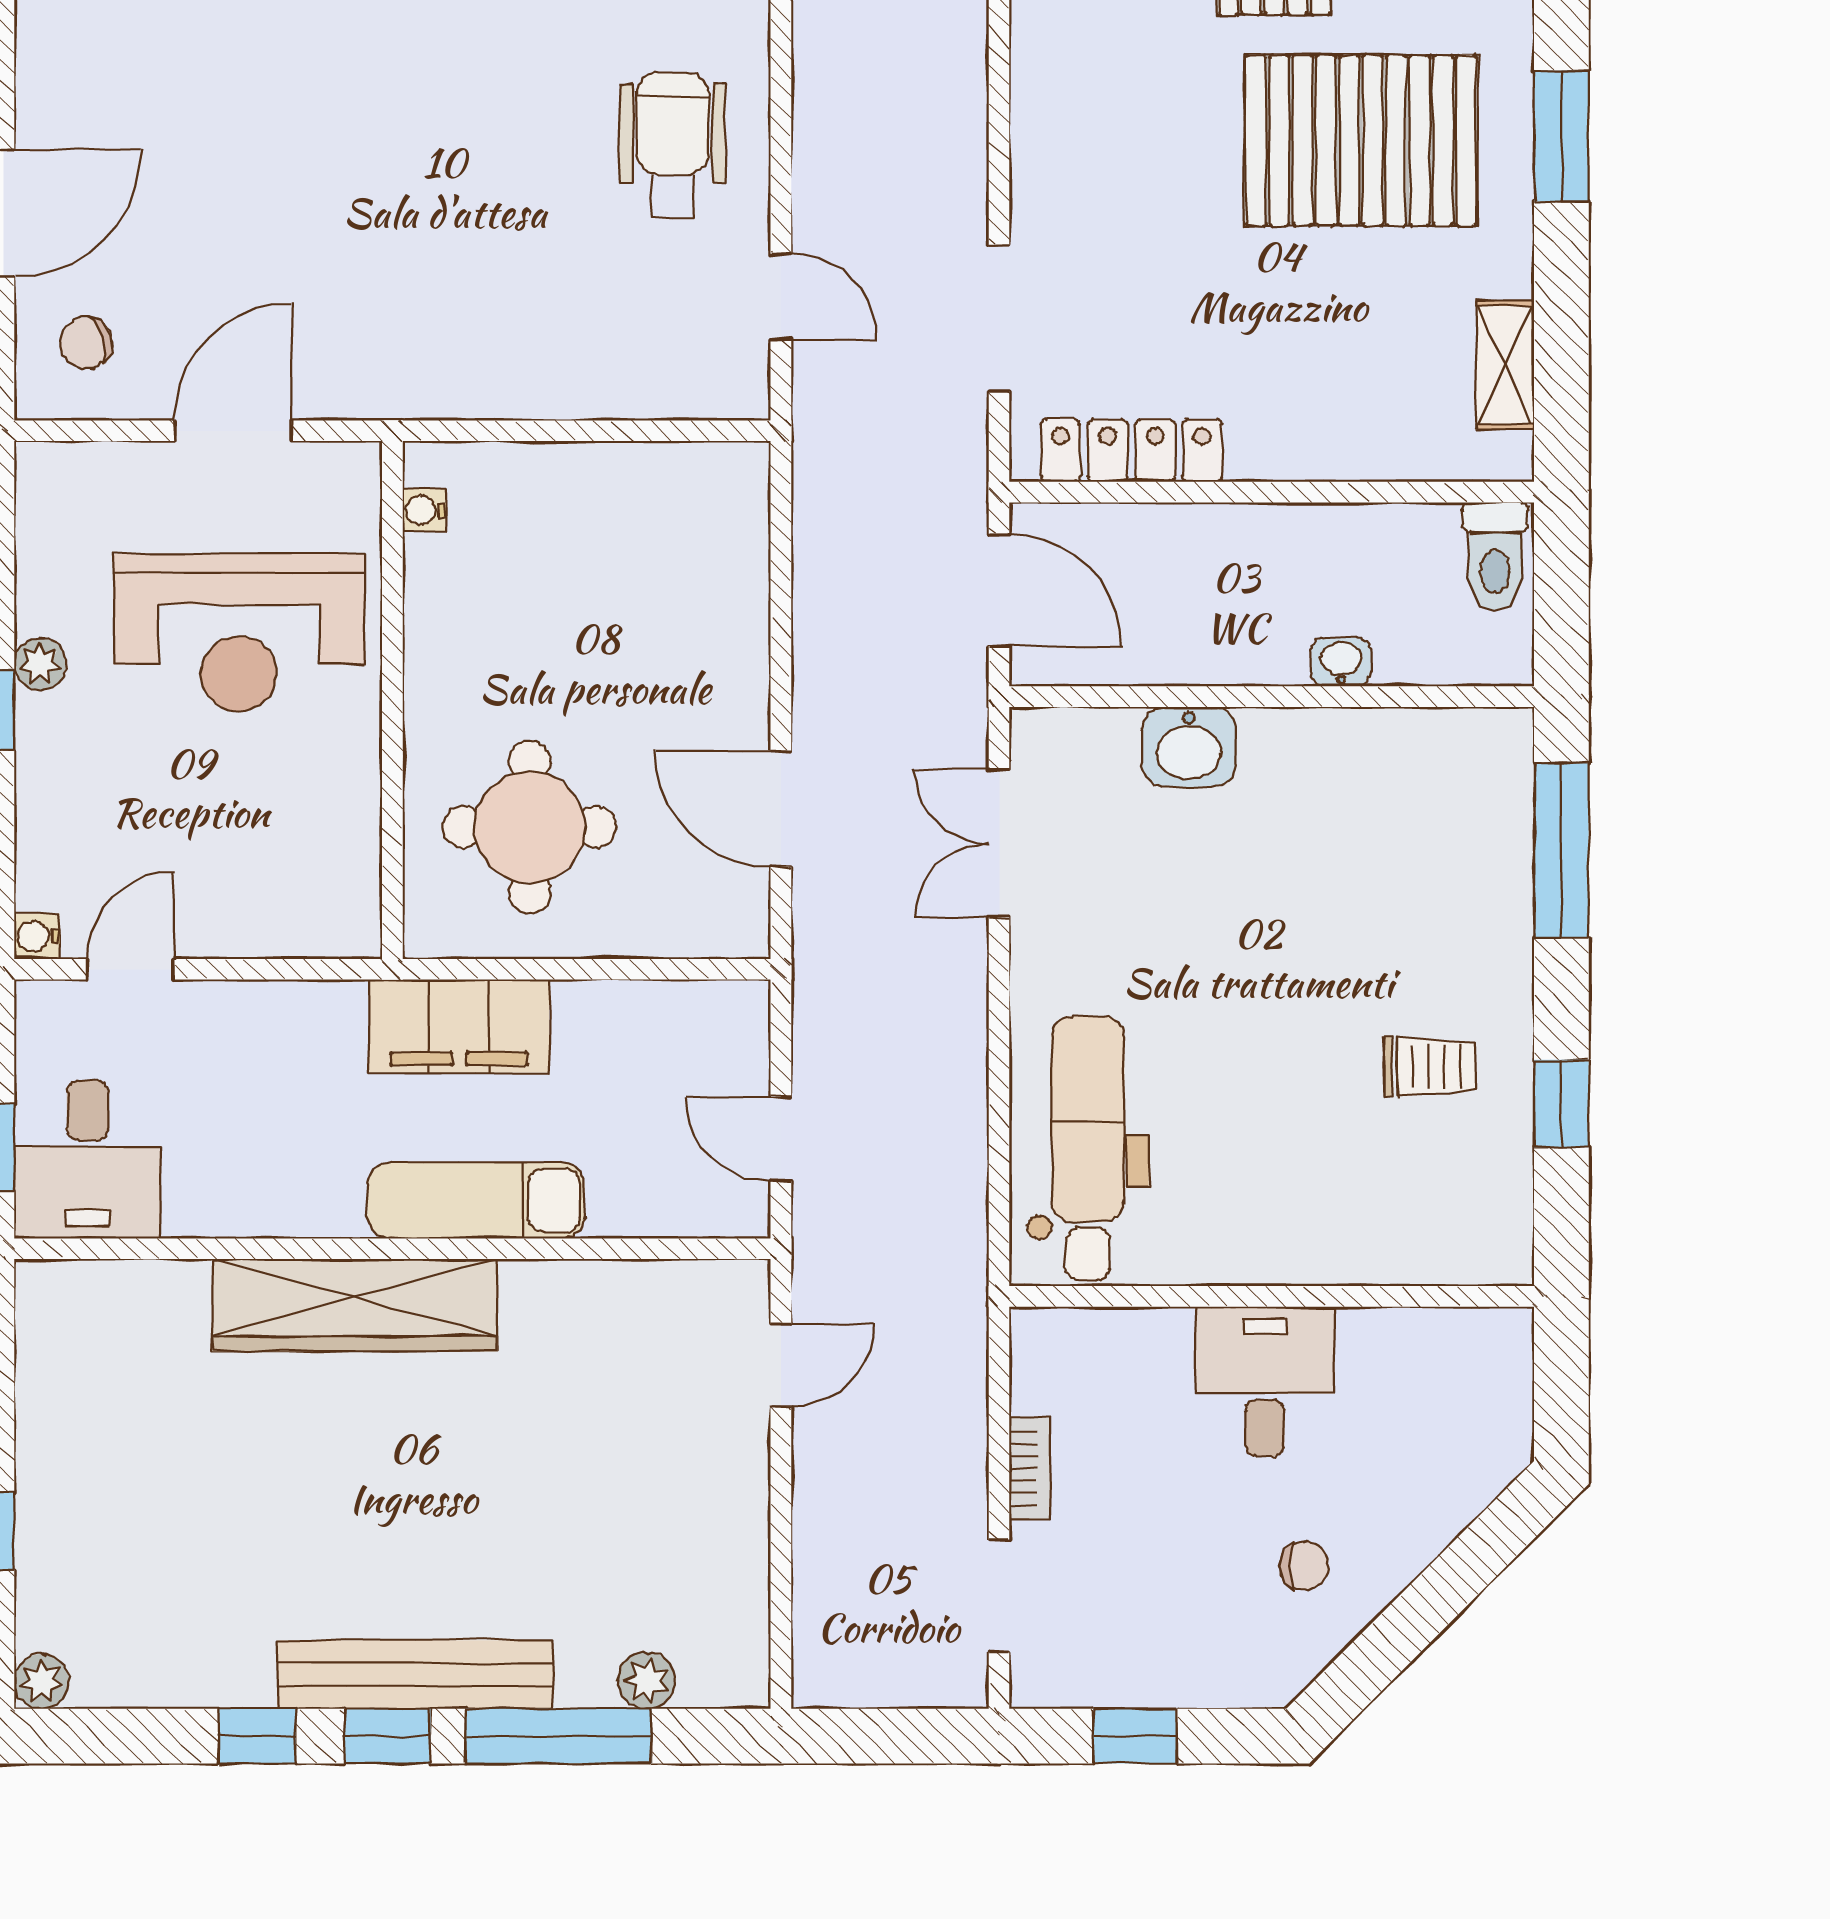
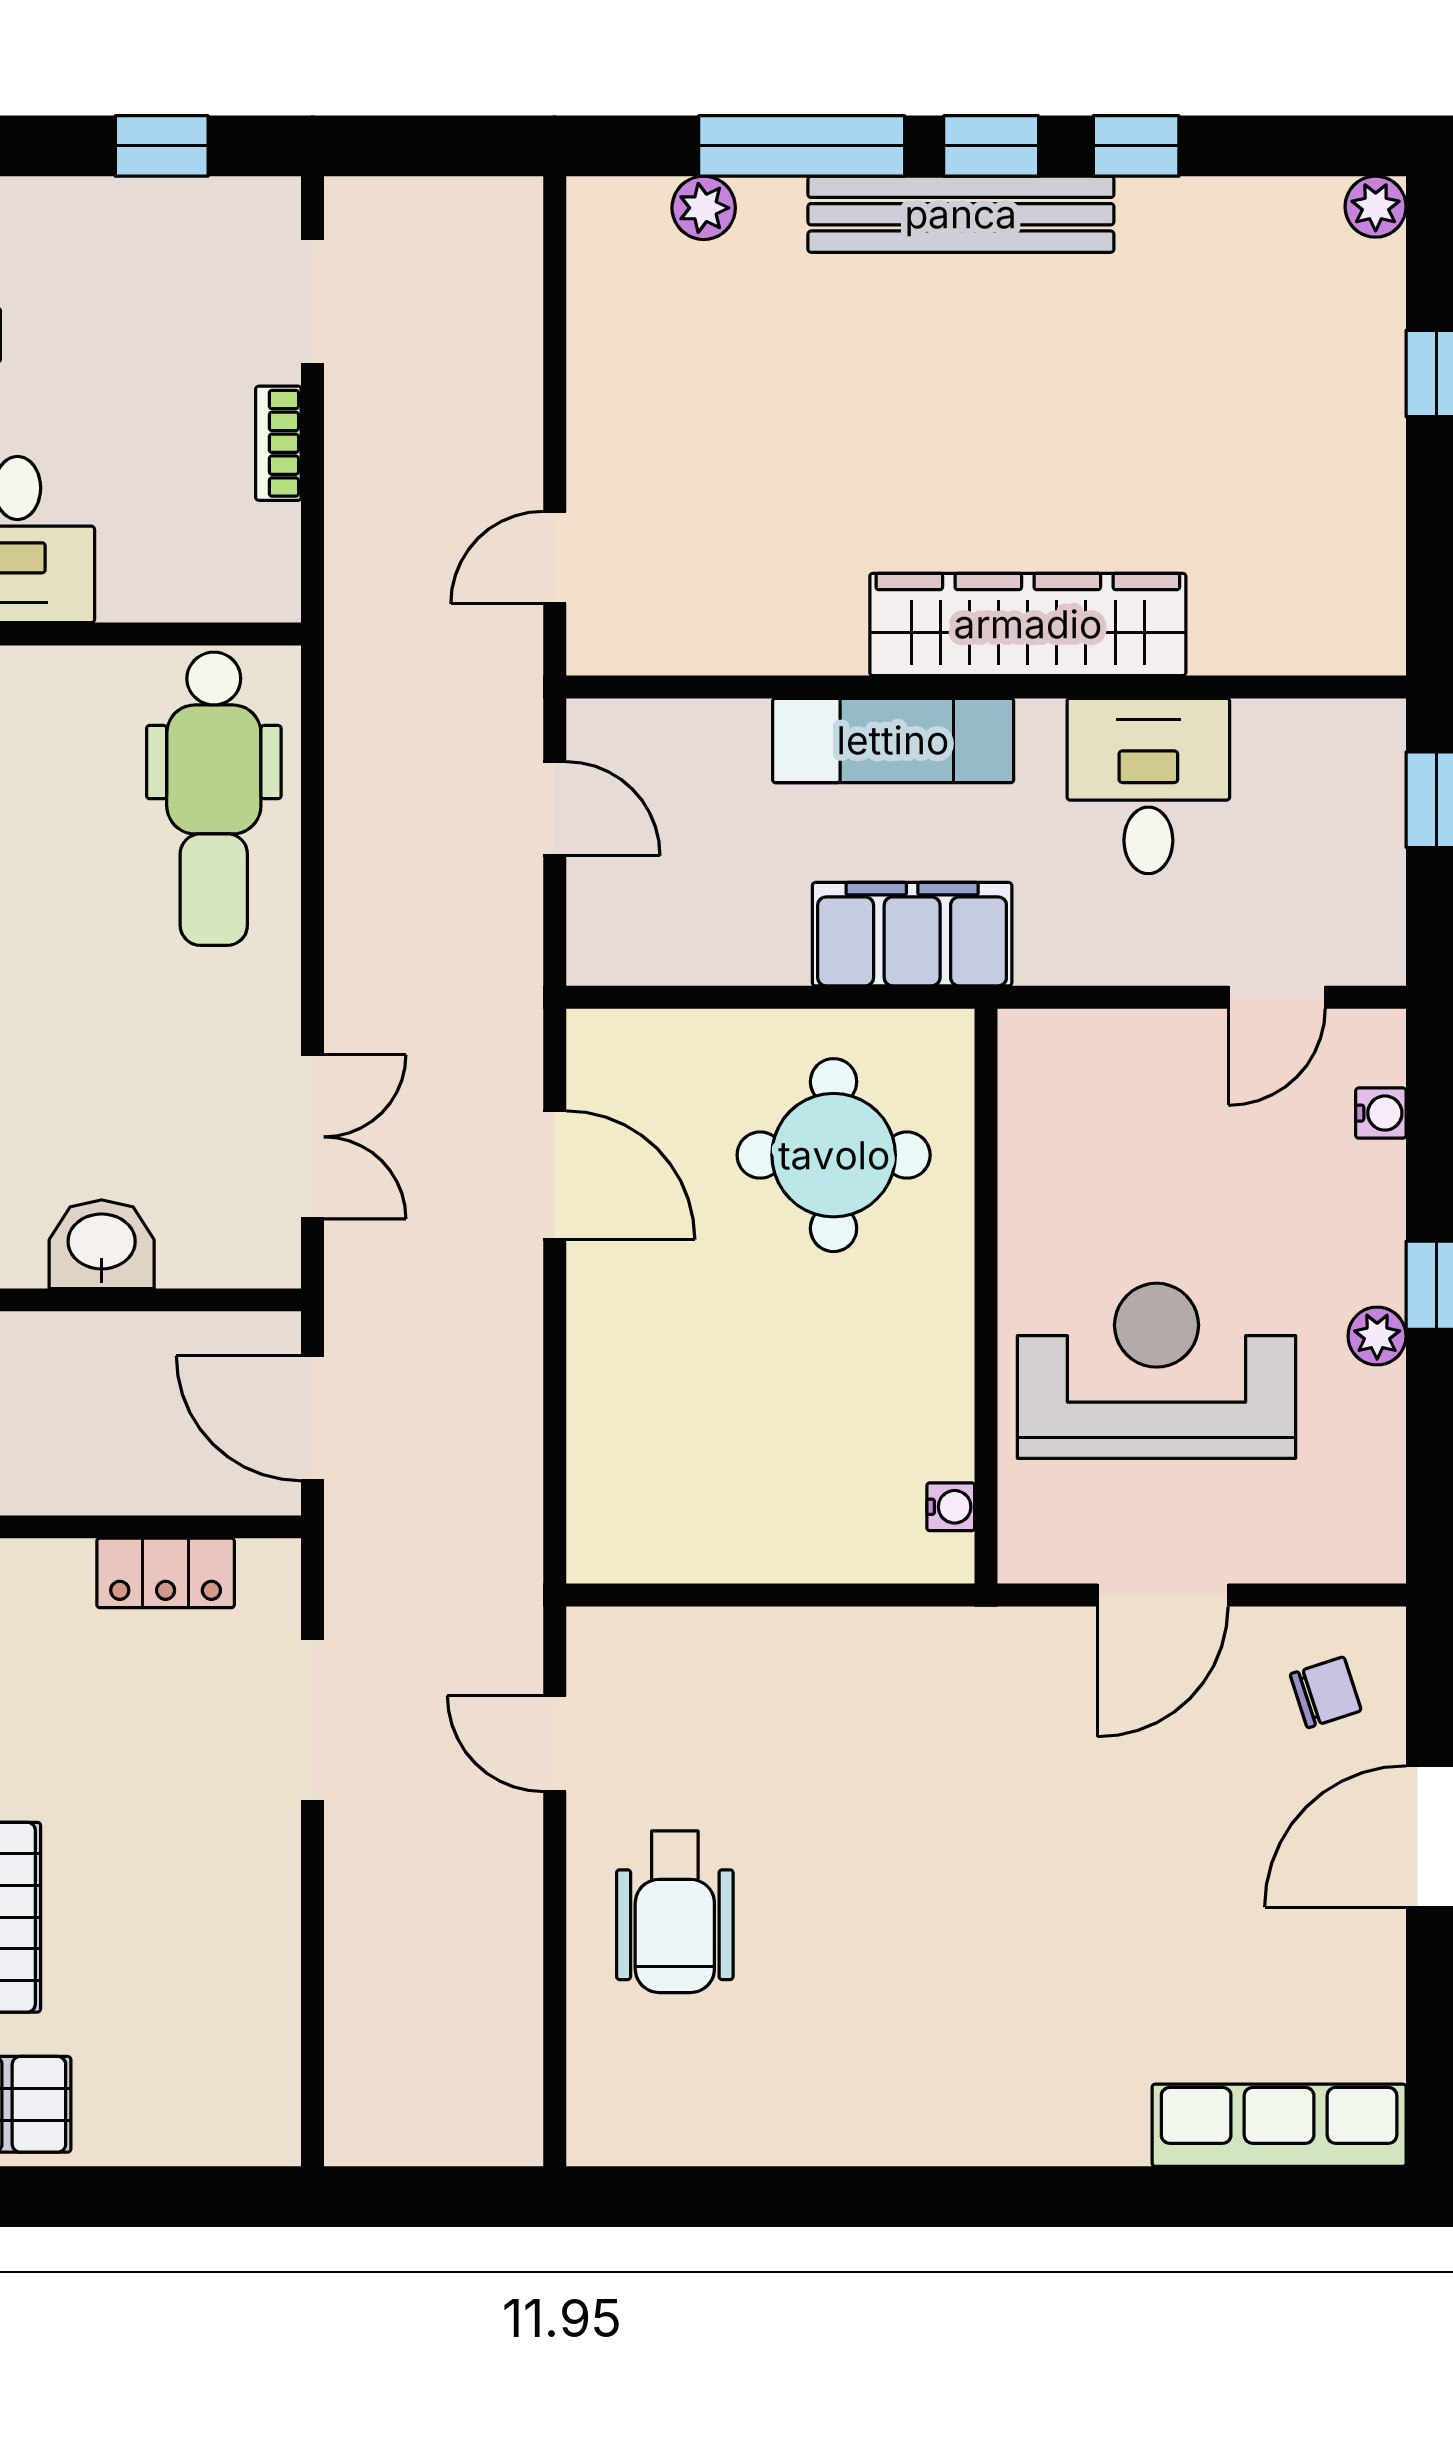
locker: (1131, 451) -> (166, 1573), width x0.66
water cooler: (37, 936) -> (1381, 1113), moved
desk: (87, 1159) -> (1148, 786), moved

